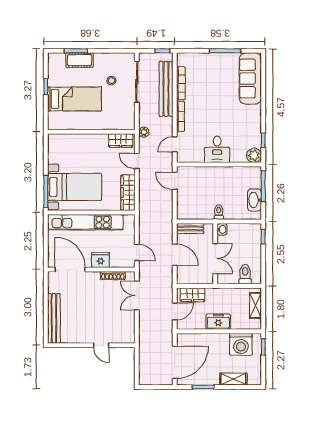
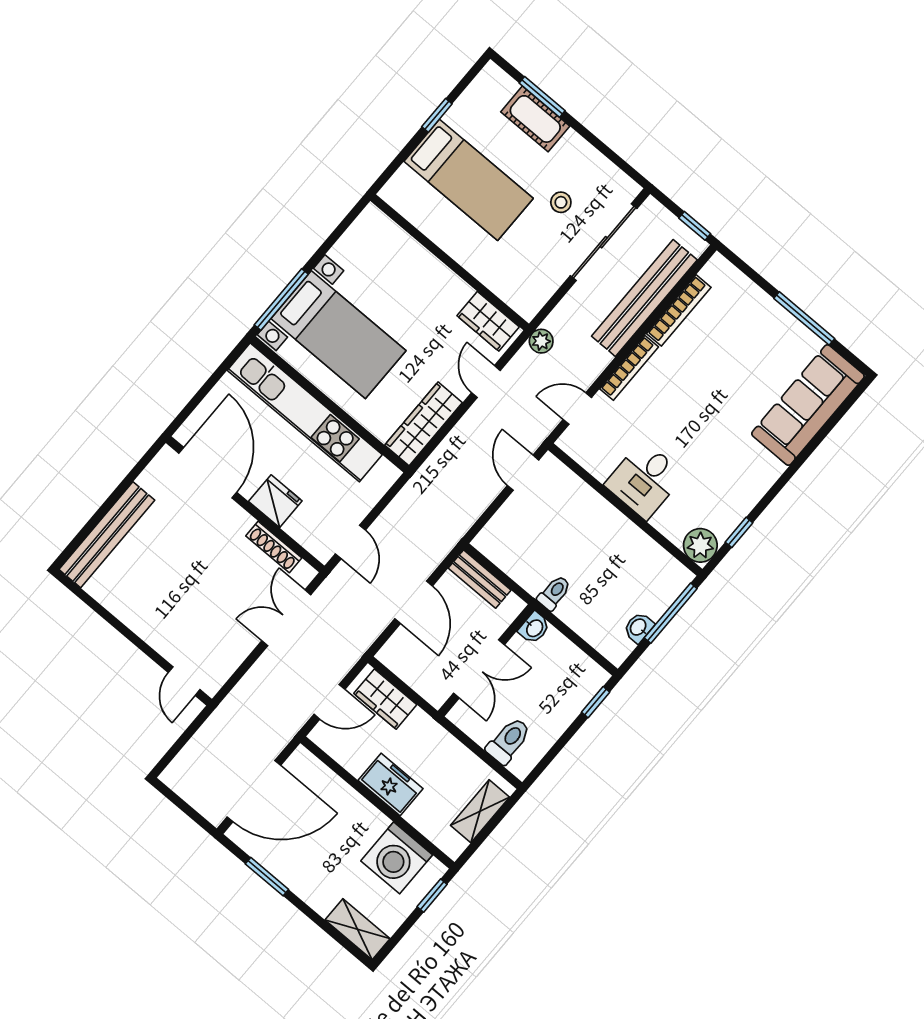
washbasin: (254, 200) -> (639, 627), width x0.52, depth x0.69
door: (101, 345) -> (184, 681), moved
shelving: (233, 379) -> (357, 929), moved

